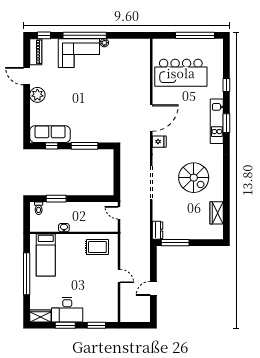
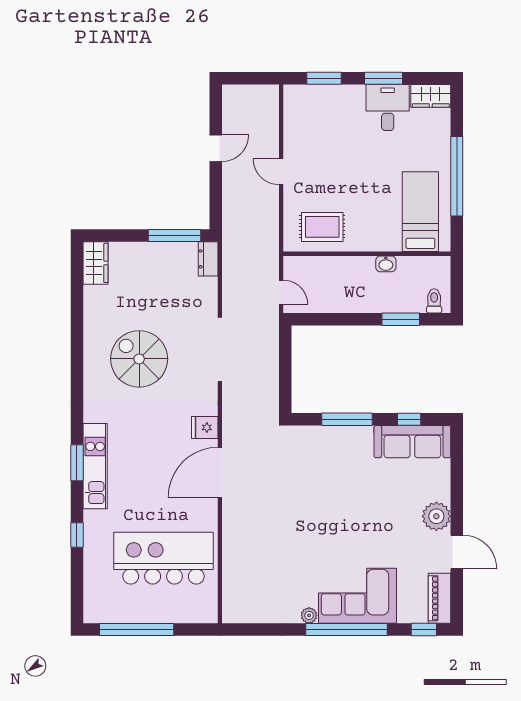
wardrobe: (217, 213) -> (96, 263), moved
desk: (67, 310) -> (388, 107), width x0.73

